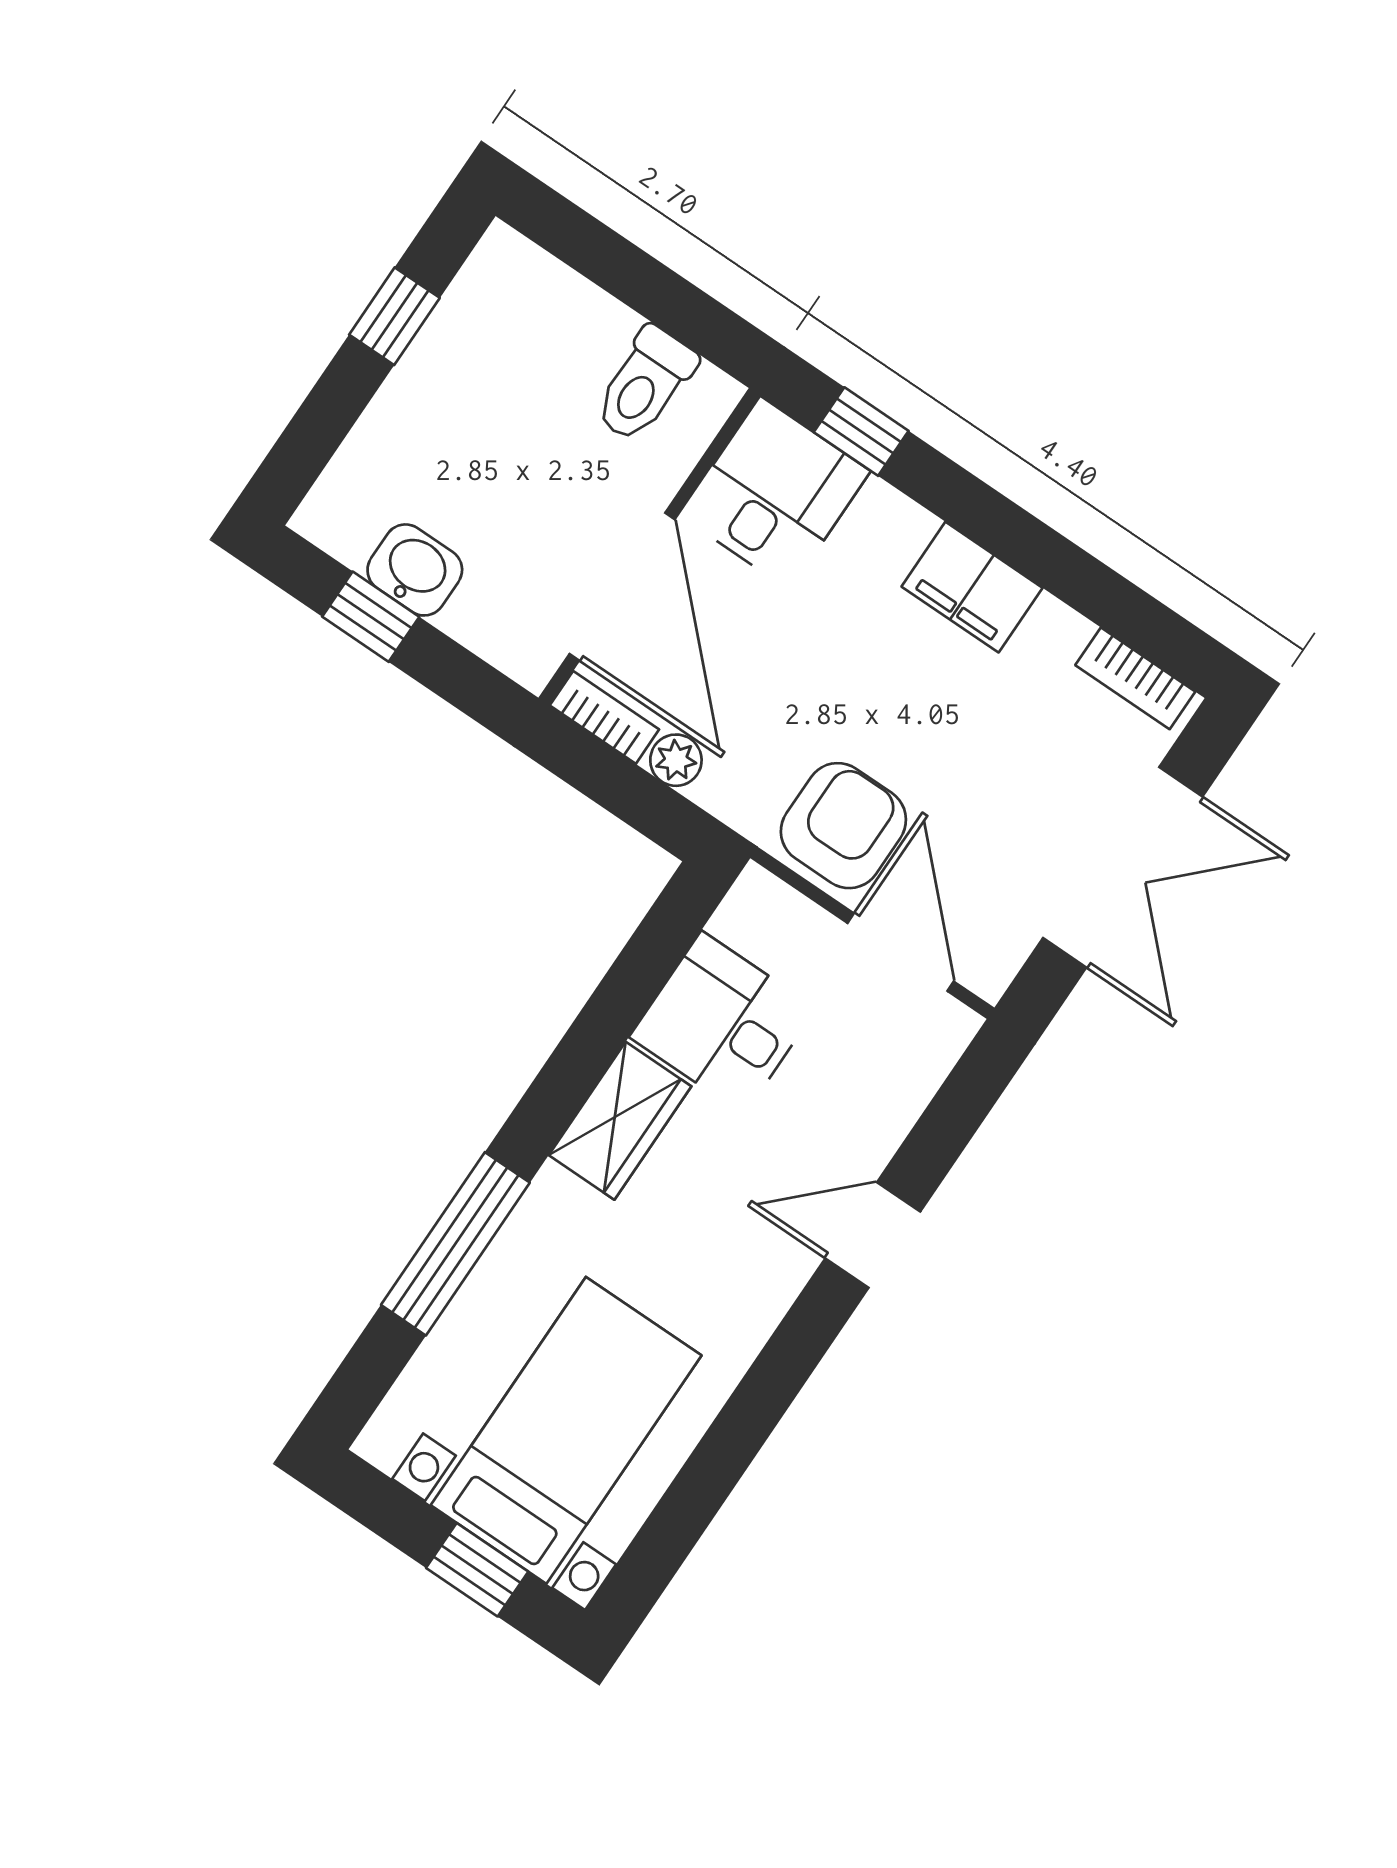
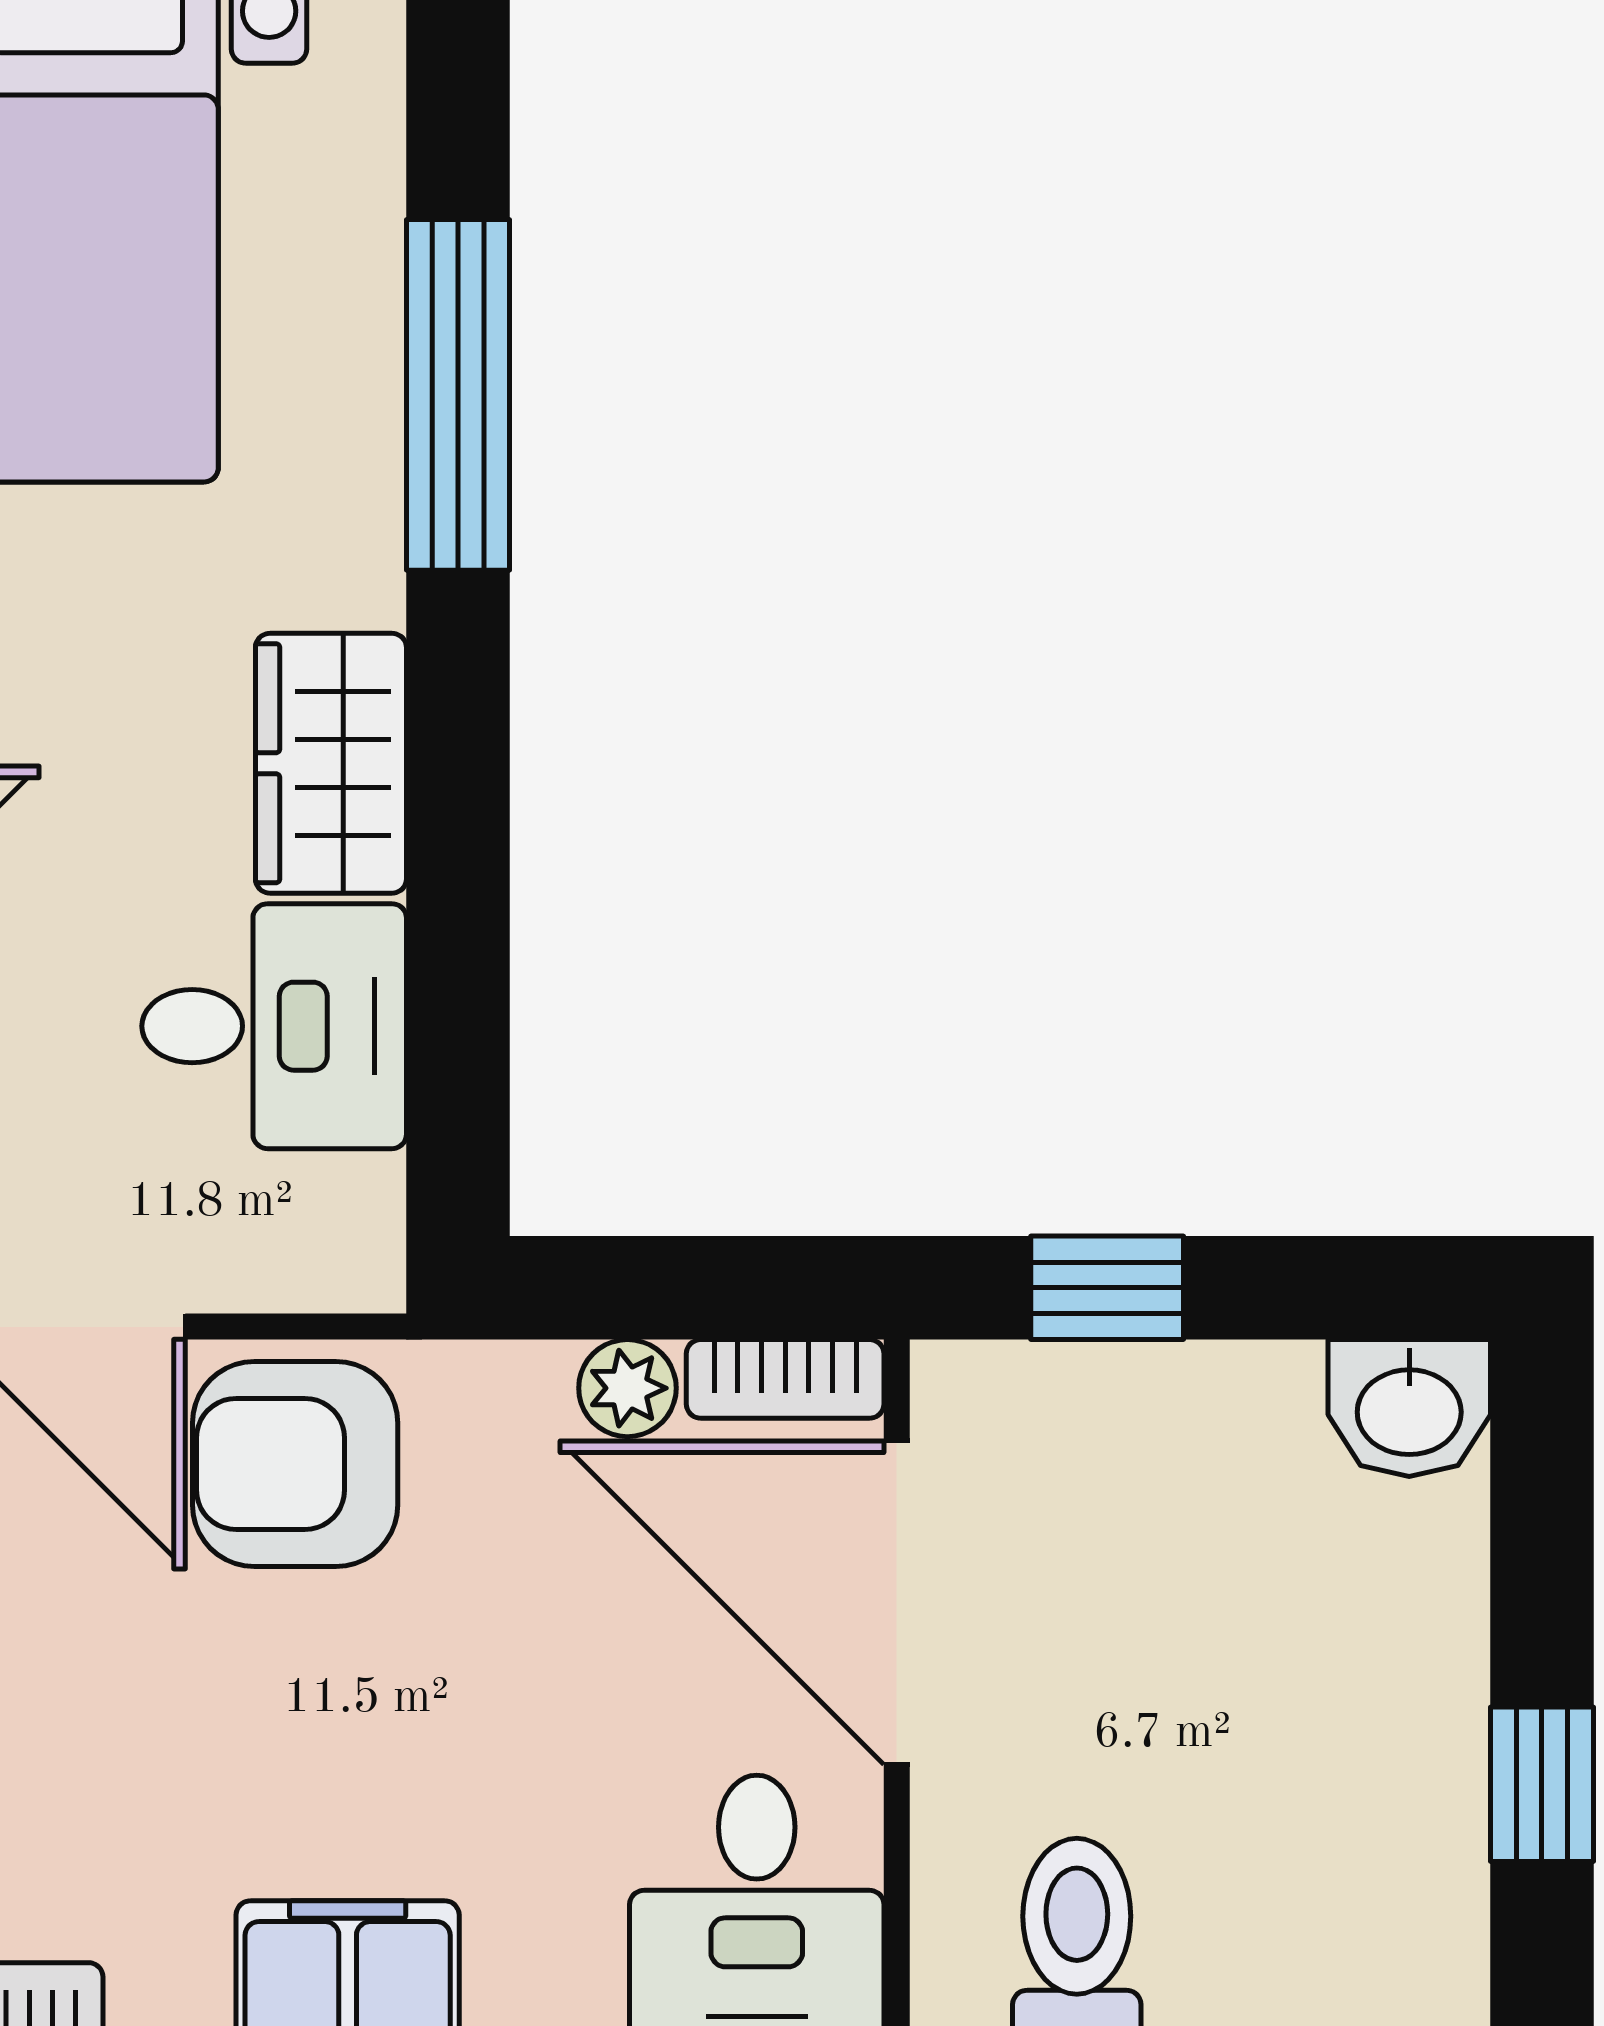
washbasin: (415, 570) -> (1409, 1408), moved
window: (371, 617) -> (1107, 1288), moved
armchair: (843, 826) -> (295, 1464), turned 90

